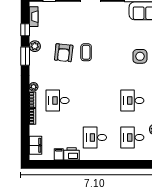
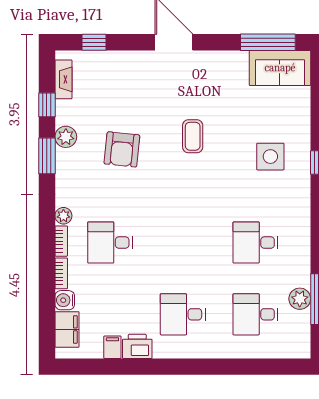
coffee table: (86, 52) -> (193, 136), moved
water cooler: (34, 130) -> (65, 300), added

